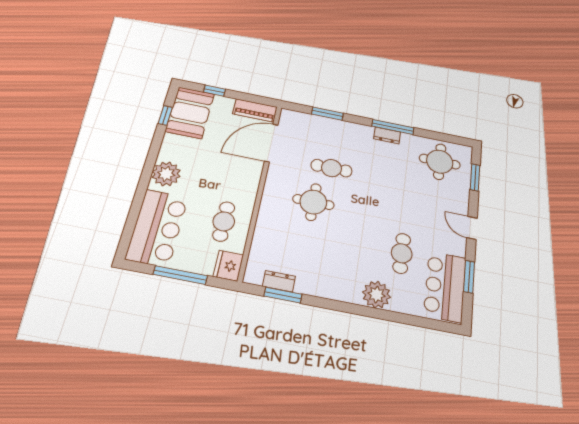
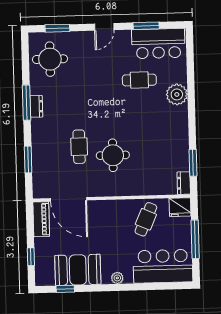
booth: (190, 113) -> (78, 270), moved
plant: (166, 174) -> (117, 278), width x0.53, depth x0.53
cafe table: (224, 221) -> (146, 219), turned -66
dresser: (279, 281) -> (184, 183), moved

